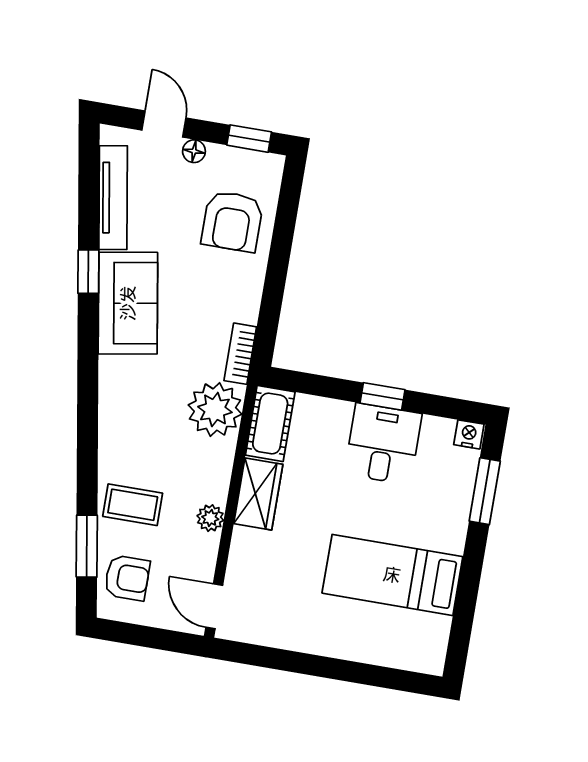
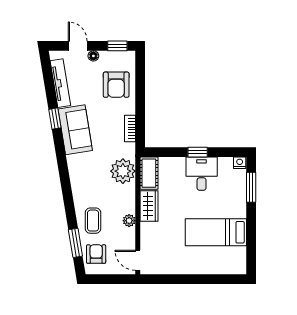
bookcase: (240, 354) -> (130, 129), moved
coffee table: (133, 505) -> (93, 221), turned 90
armchair: (127, 578) -> (96, 254), turned -90

